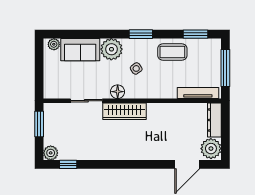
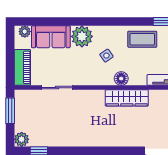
window: (141, 34) -> (111, 22), removed
piano: (51, 80) -> (22, 67), added
floor lamp: (118, 92) -> (121, 79), moved
wardrobe: (125, 111) -> (127, 98), moved

